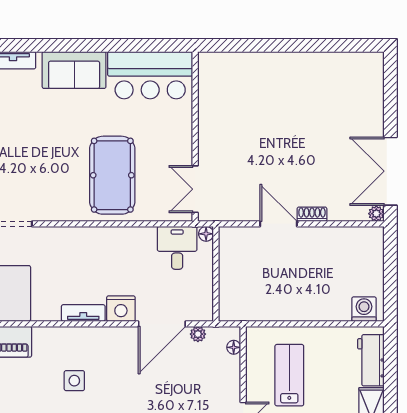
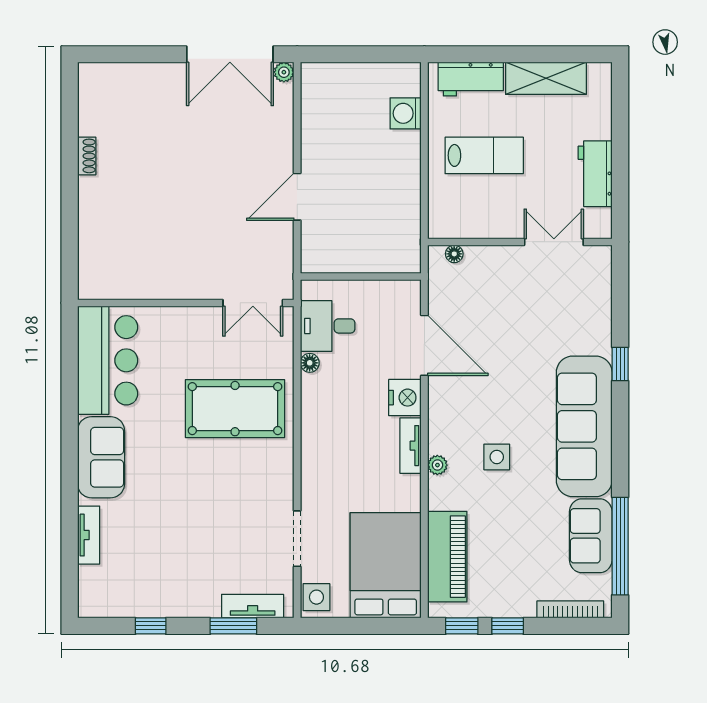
shoe rack: (312, 214) -> (87, 156), moved, turned 180
floor lamp: (206, 234) -> (310, 363), moved
washing machine: (364, 309) -> (406, 113), moved
plant: (198, 334) -> (437, 465), moved
lab bench: (289, 375) -> (484, 155), moved, turned 180

